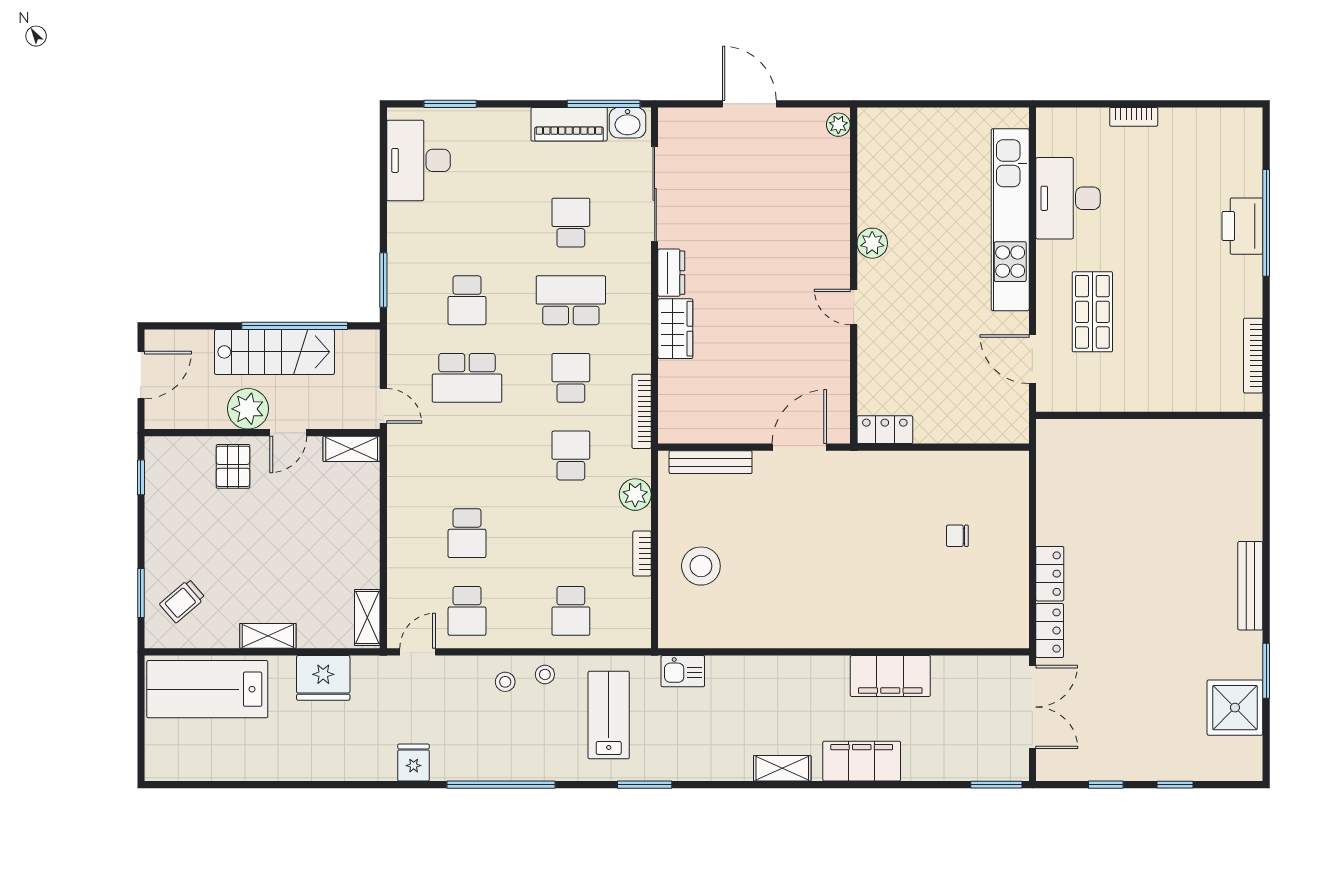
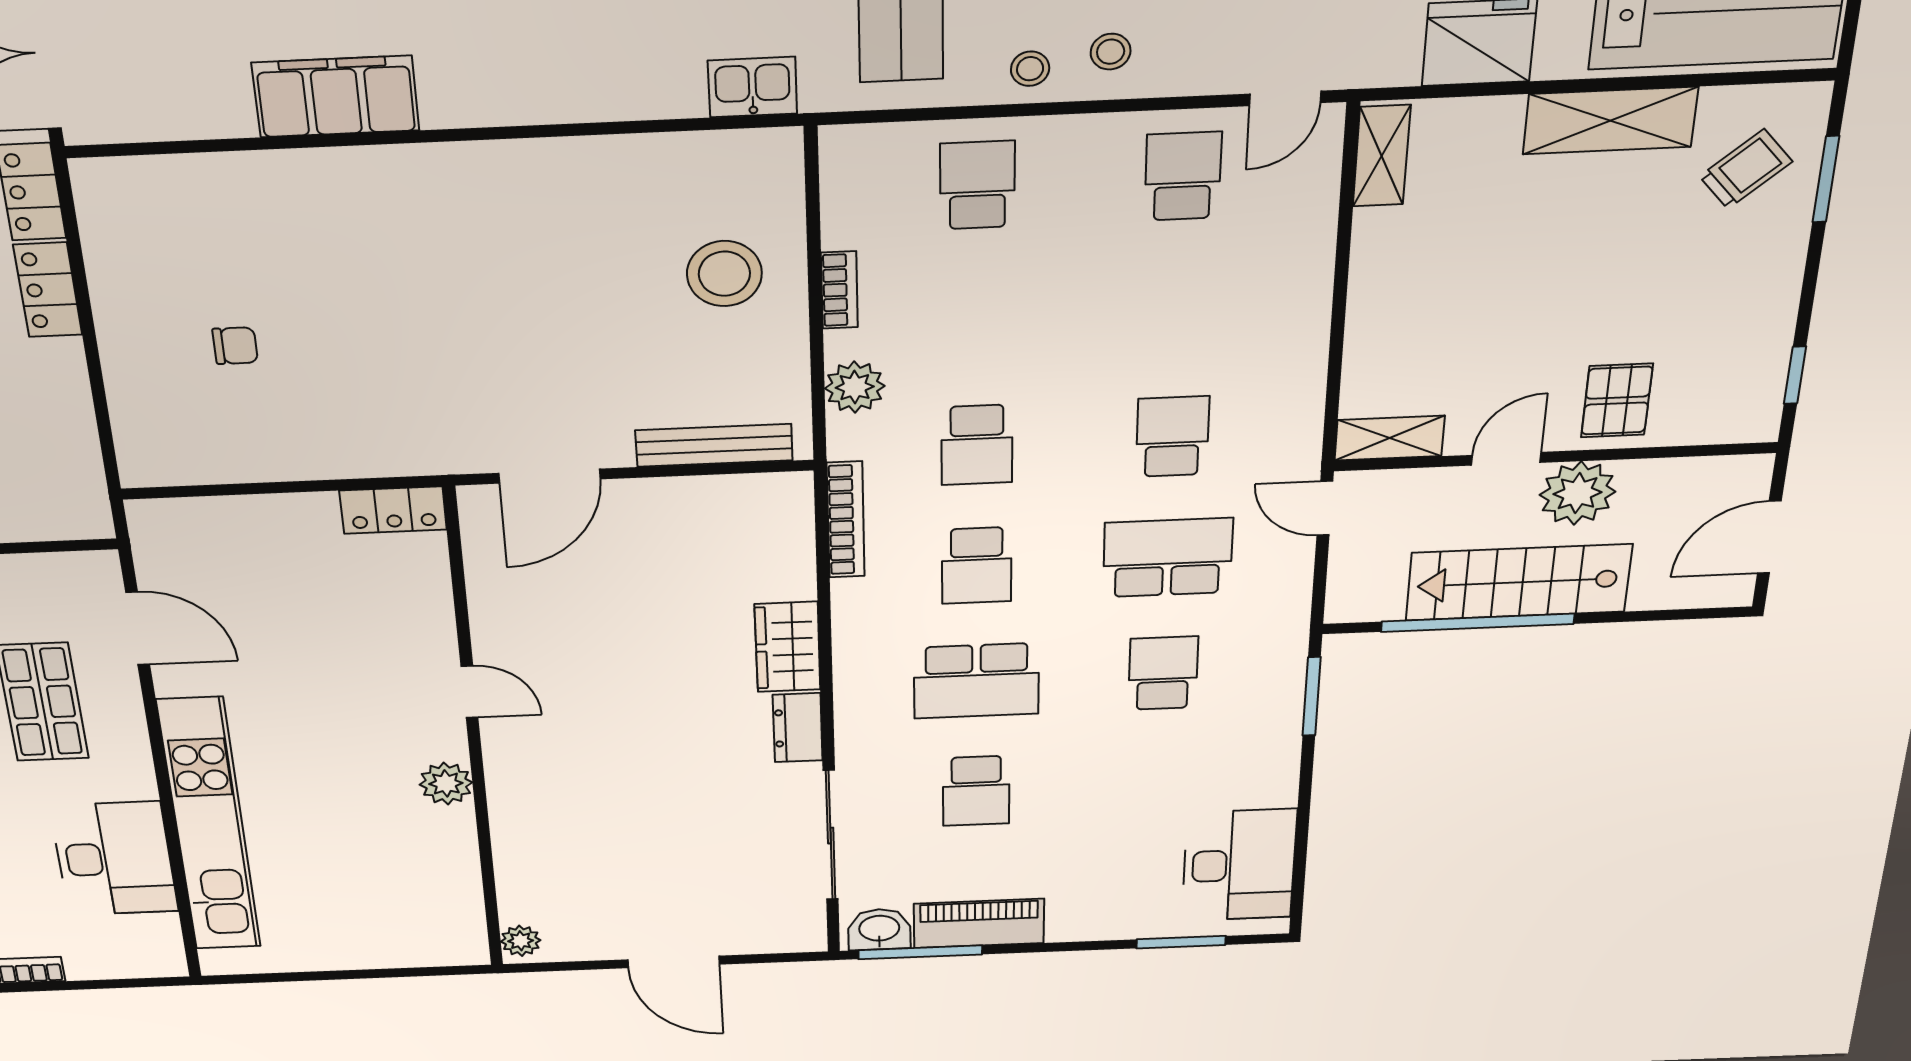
school desk: (467, 533) -> (1172, 437), moved
shelving: (268, 636) -> (1610, 121), width x1.50, depth x1.33

